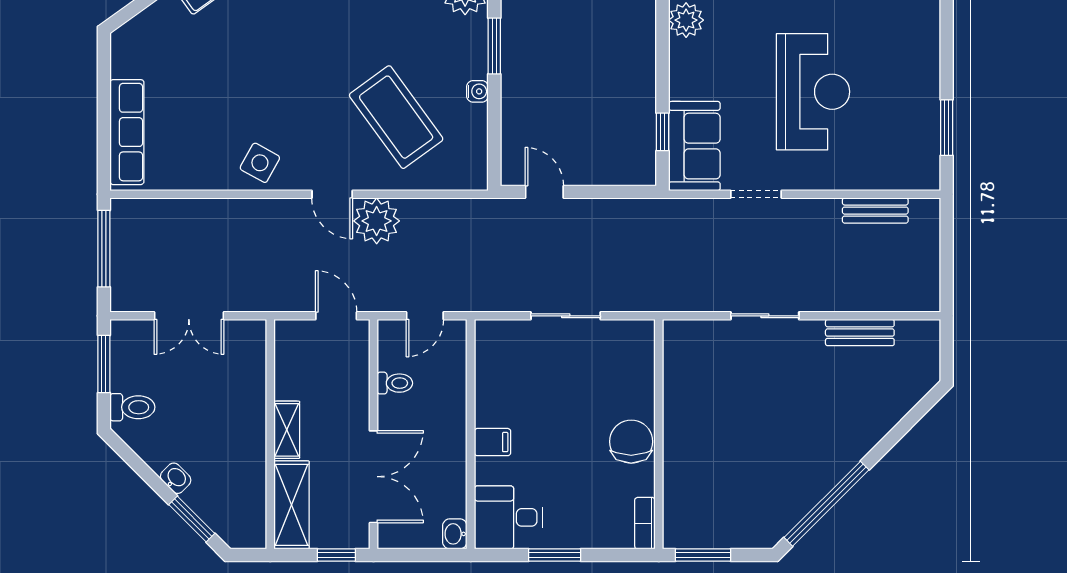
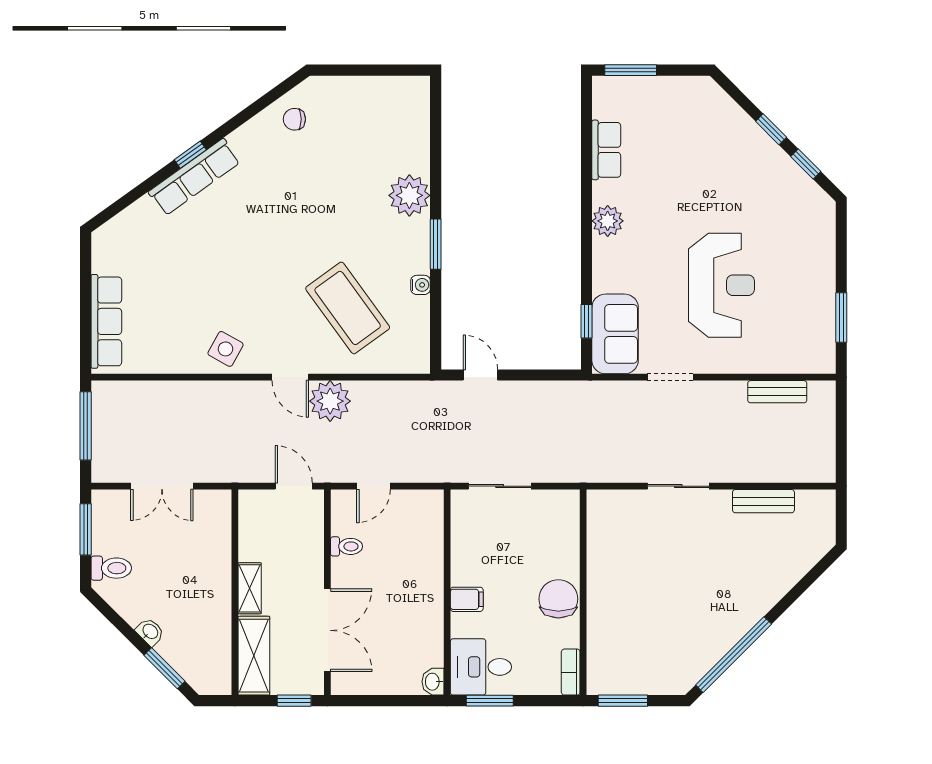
wall: (471, 434) -> (447, 592), moved
filing cabinet: (492, 442) -> (467, 599), moved
desk: (508, 517) -> (481, 667), moved
washbasin: (455, 534) -> (433, 682), moved

